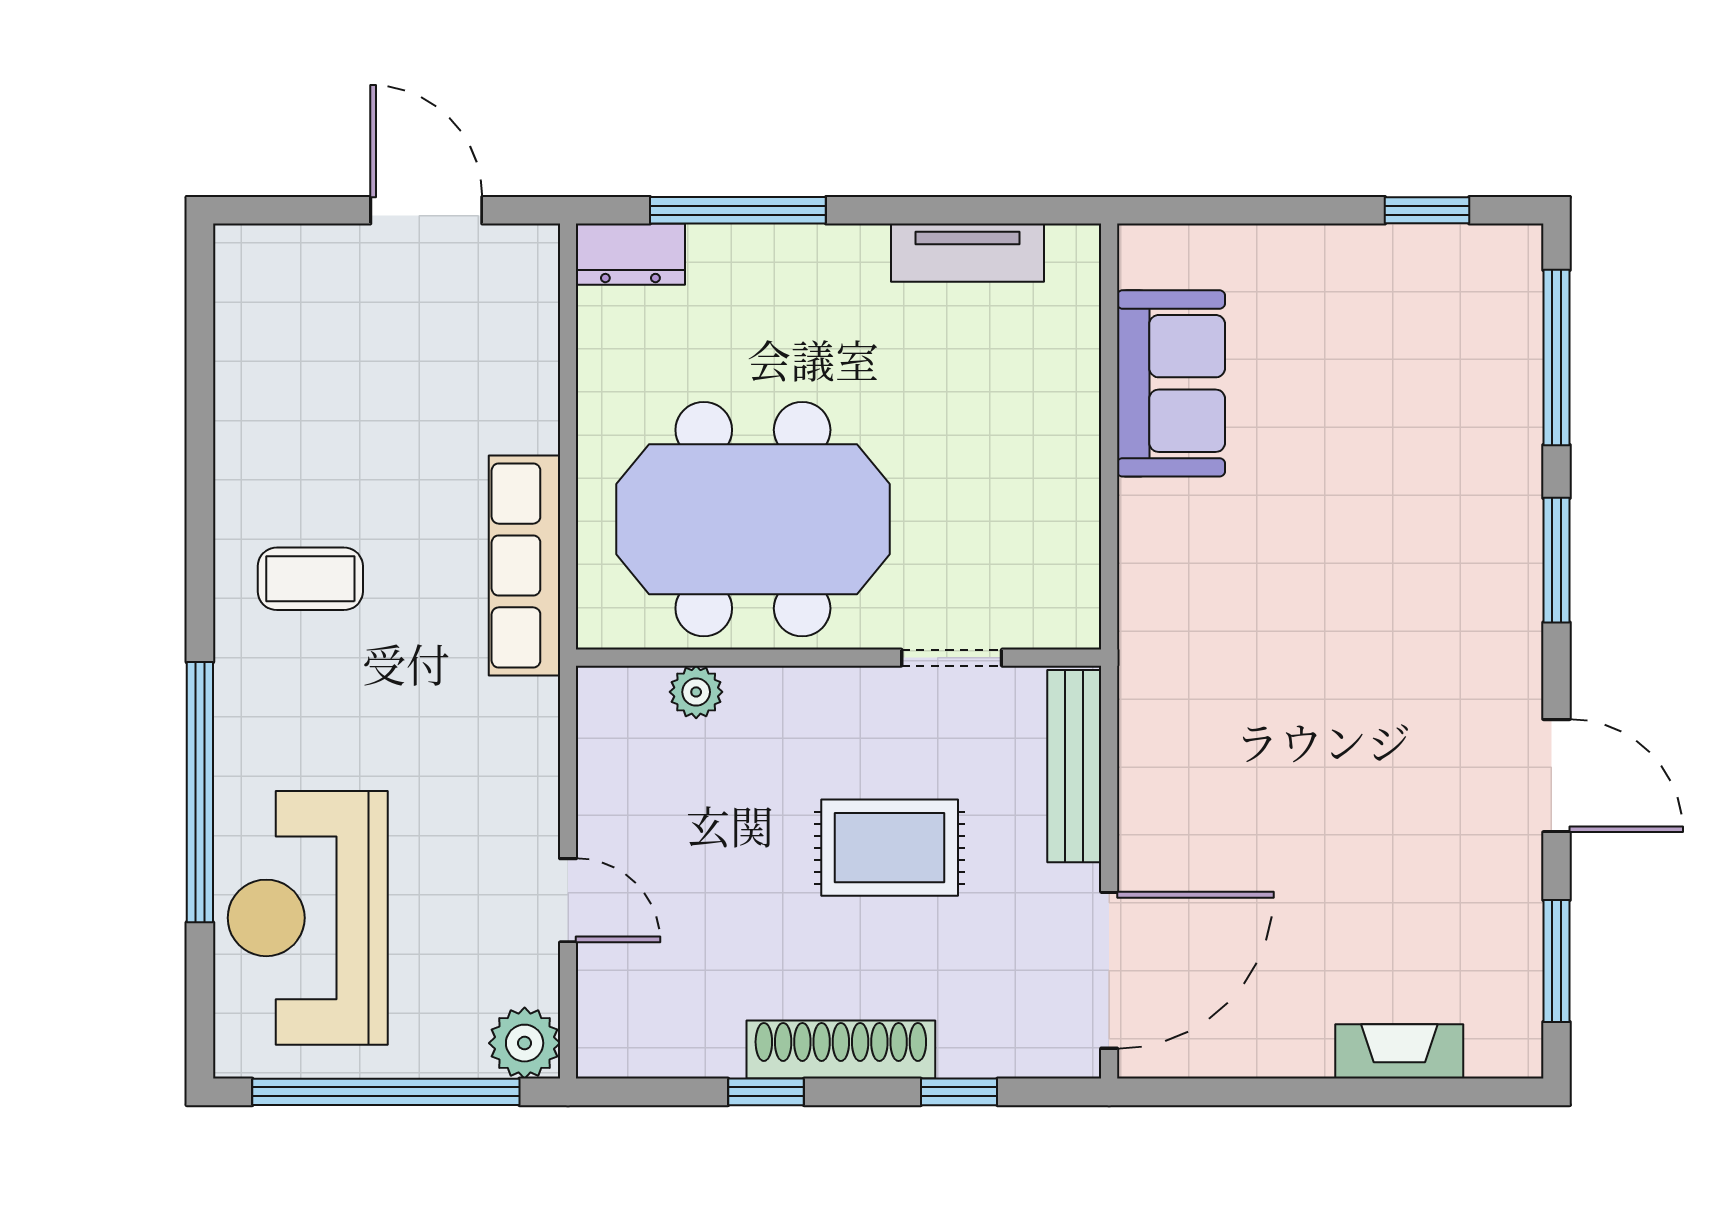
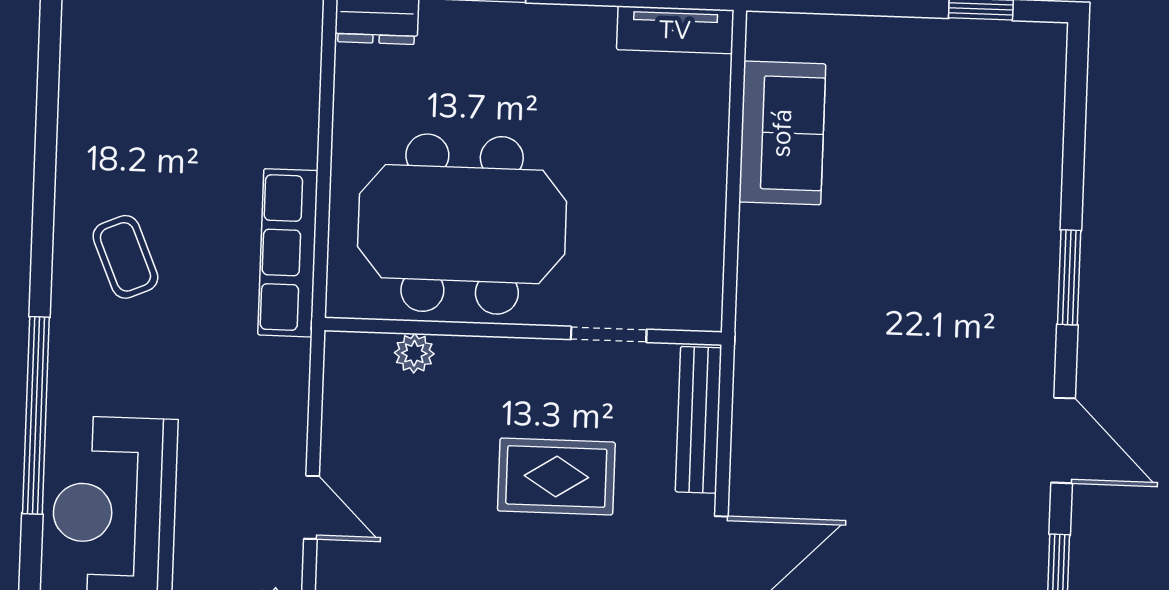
tv unit: (967, 253) -> (675, 30), moved
window: (1556, 358) -> (1075, 124), removed
coffee table: (310, 579) -> (125, 257), turned 67

